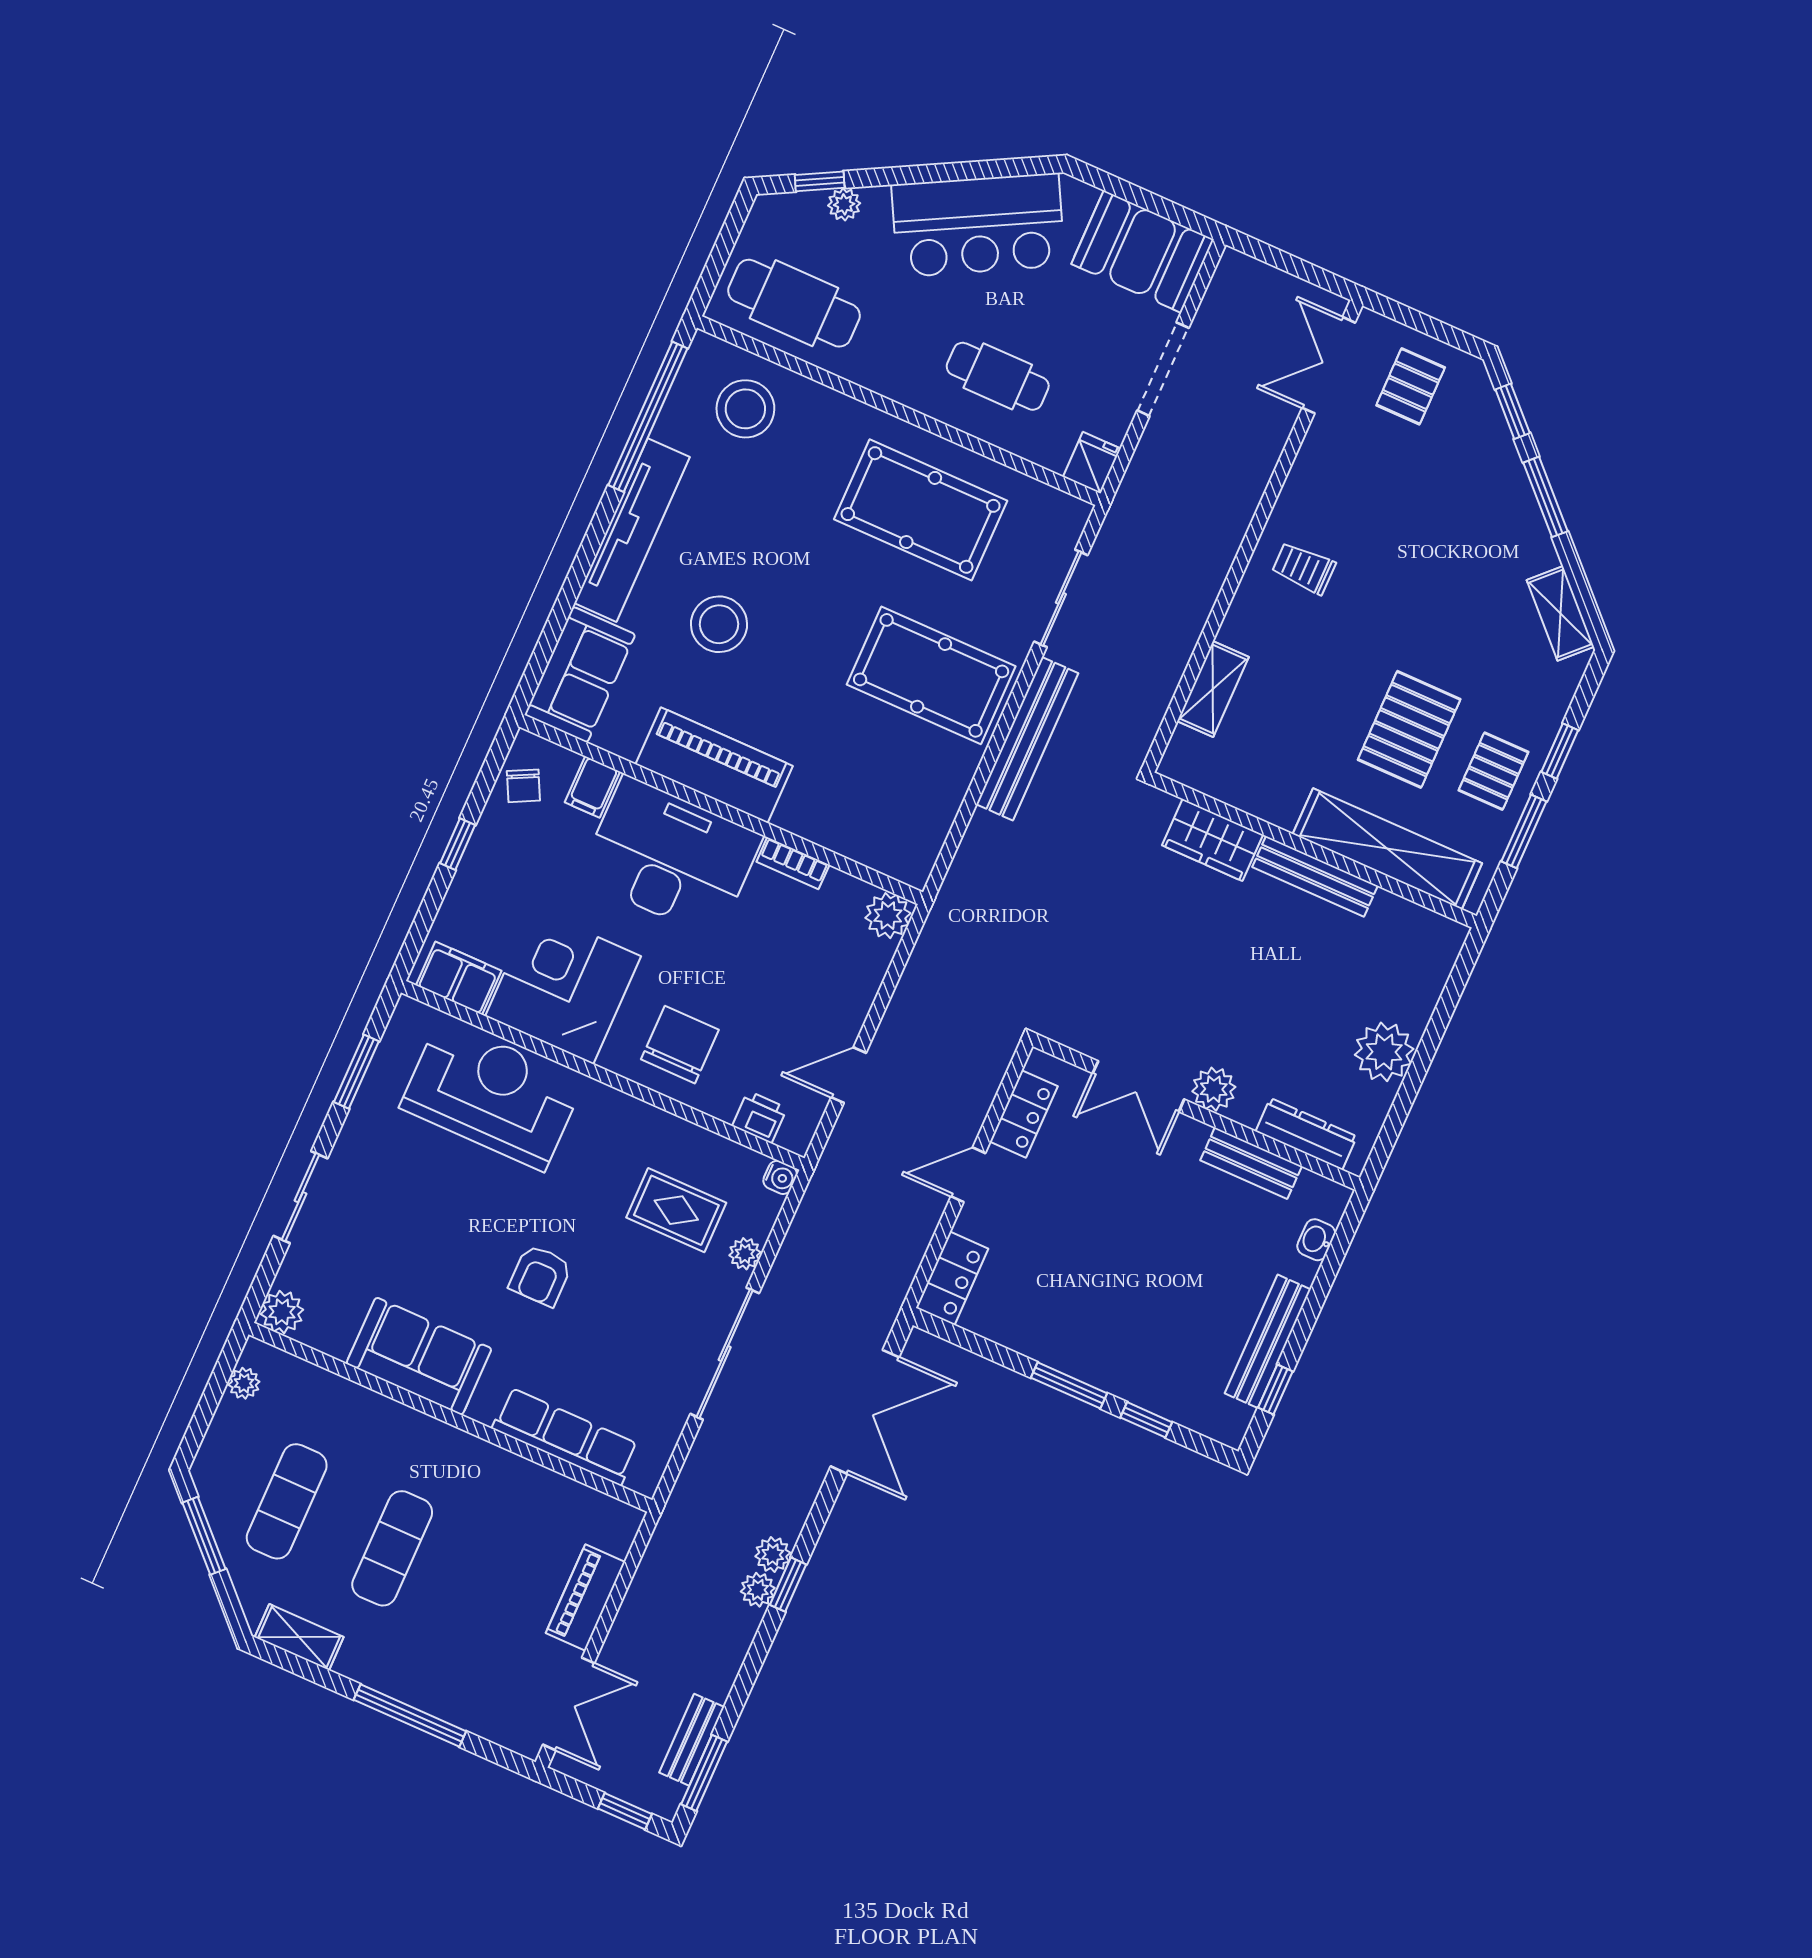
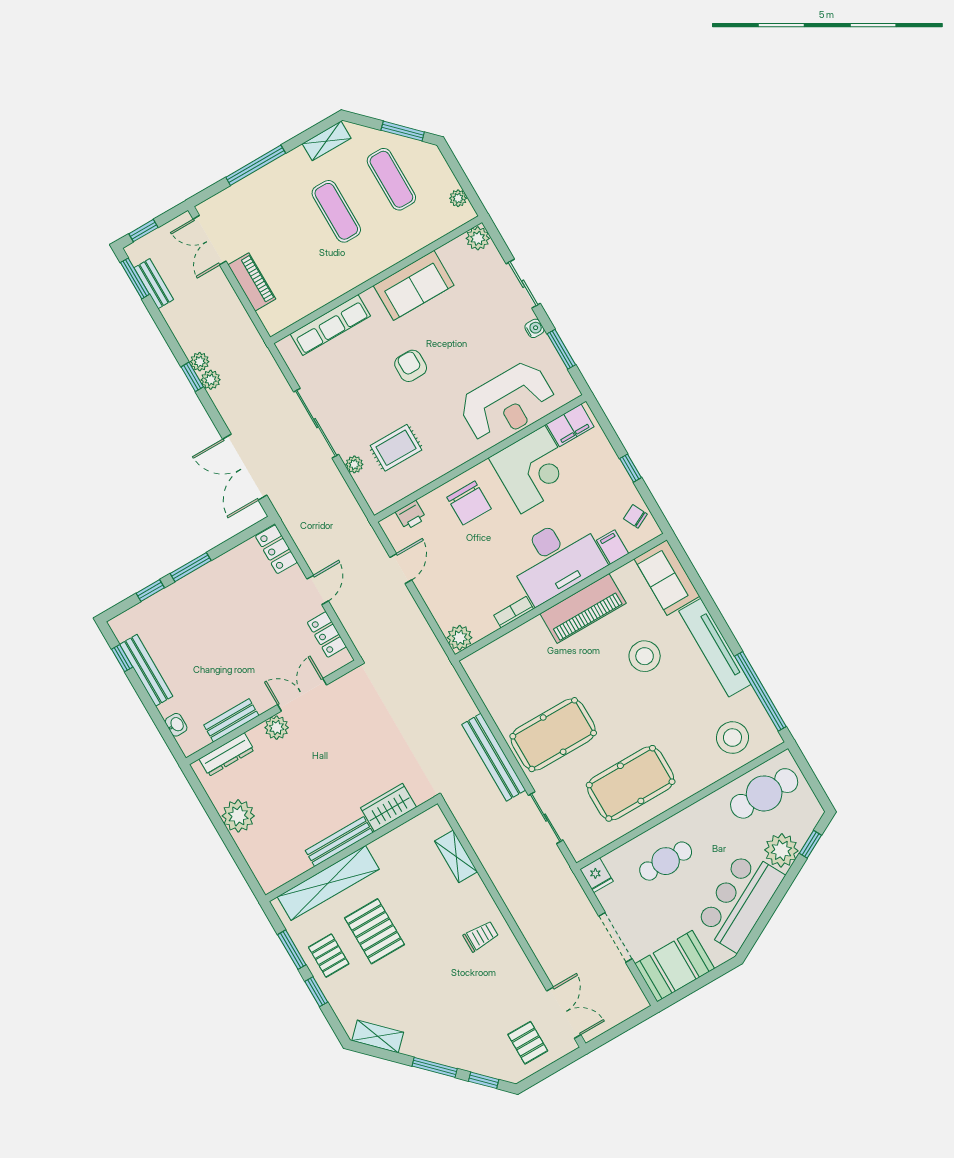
plant: (844, 204) -> (781, 850), width x1.88, depth x1.88
water cooler: (780, 1177) -> (534, 328), moved, turned 180

